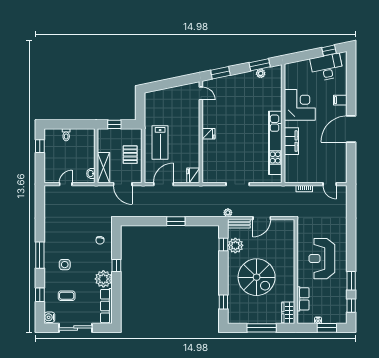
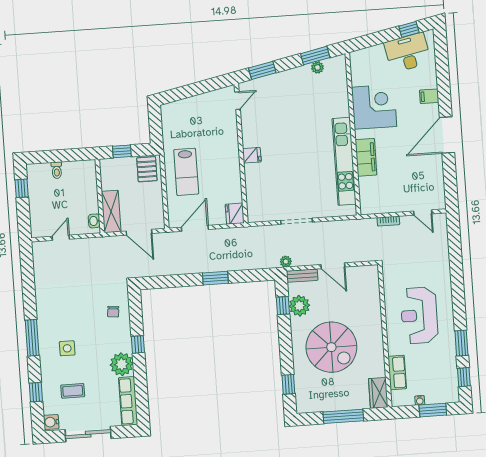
door: (201, 93) -> (237, 101), hinge flipped
pallet: (130, 155) -> (147, 169), moved
door: (262, 218) -> (333, 266), hinge flipped

